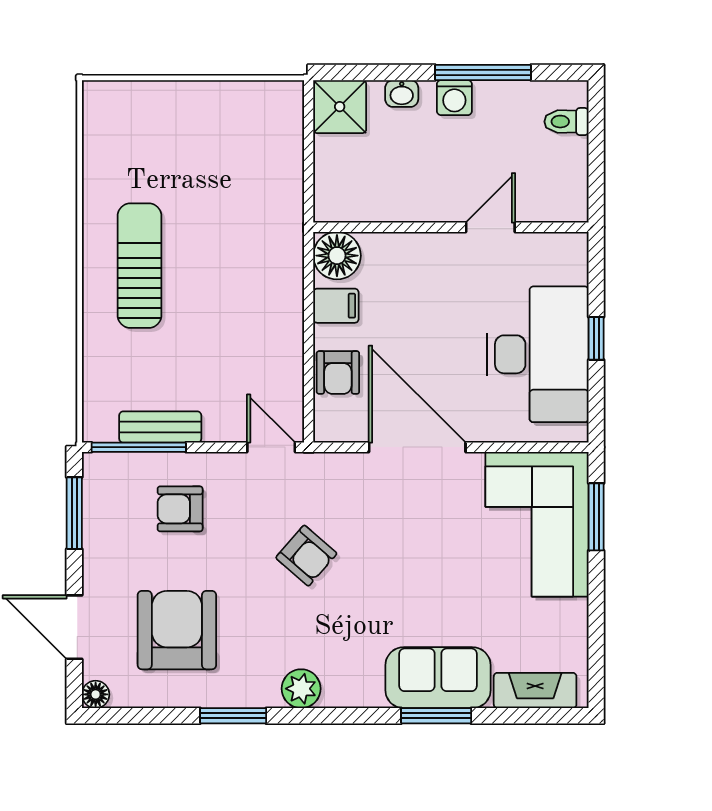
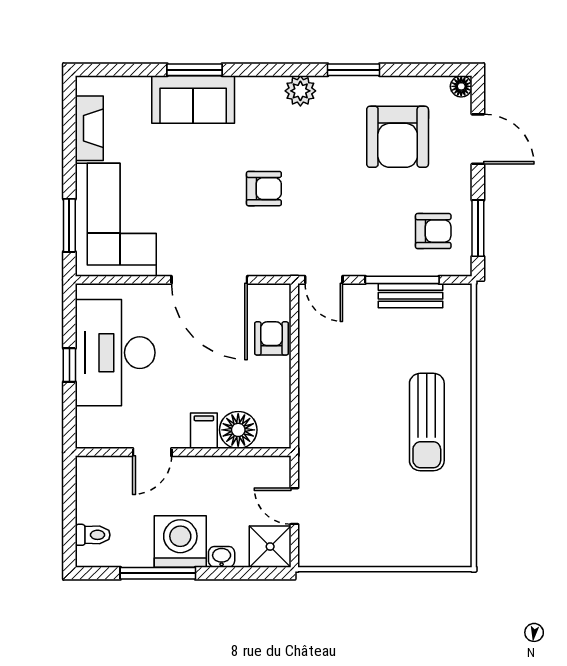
washing machine: (454, 98) -> (180, 541), width x1.89, depth x1.89
door: (309, 158) -> (294, 506), added
floor lamp: (337, 256) -> (238, 430), moved
filing cabinet: (336, 306) -> (204, 431), moved, turned 90
window: (139, 447) -> (402, 280), moved
armchair: (180, 509) -> (433, 231), moved
armchair: (306, 556) -> (264, 189), moved, turned 139
fireplace: (535, 690) -> (89, 128), moved, turned -90

